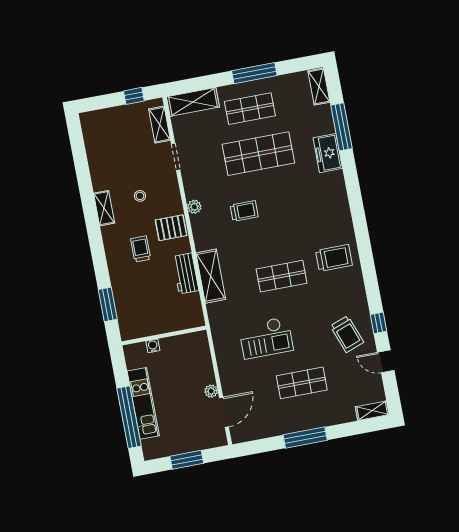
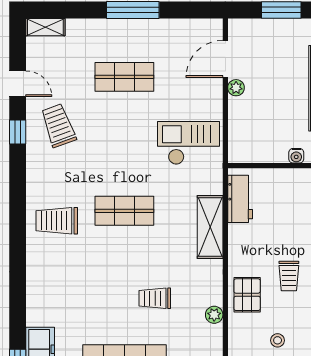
pallet: (171, 228) -> (247, 295), turned 90
workbench: (186, 274) -> (240, 199), moved
checkout: (266, 338) -> (188, 143), moved

